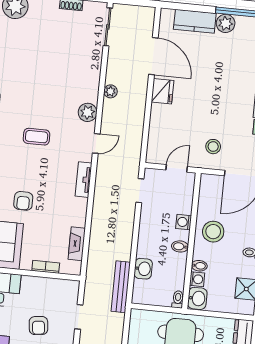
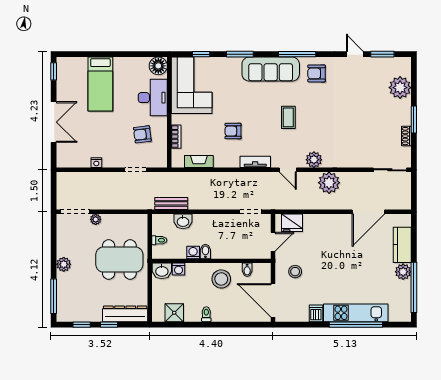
plant: (110, 91) -> (329, 183), width x1.87, depth x1.87
fridge: (162, 91) -> (292, 223), moved
door: (177, 168) -> (273, 242), hinge flipped
armchair: (23, 201) -> (233, 131), moved
washing machine: (184, 222) -> (193, 252), moved
bidet: (199, 266) -> (247, 270), moved
bench: (121, 287) -> (171, 203), width x0.73
toilet: (178, 299) -> (159, 240), moved
armchair: (38, 326) -> (142, 134), moved

